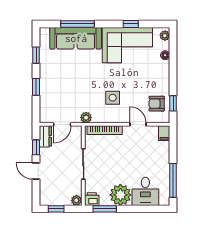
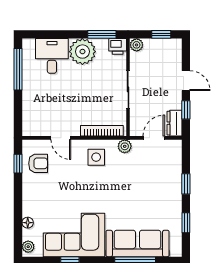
side table: (113, 98) -> (96, 157), moved
filing cabinet: (164, 133) -> (29, 127), removed

